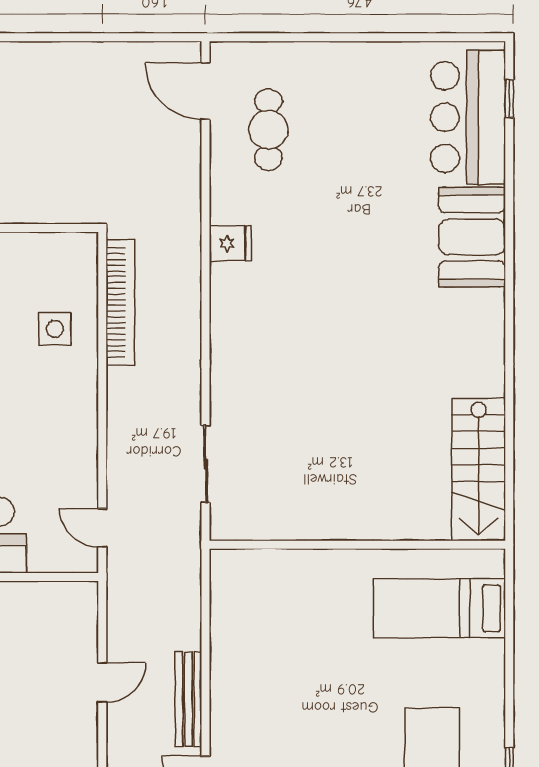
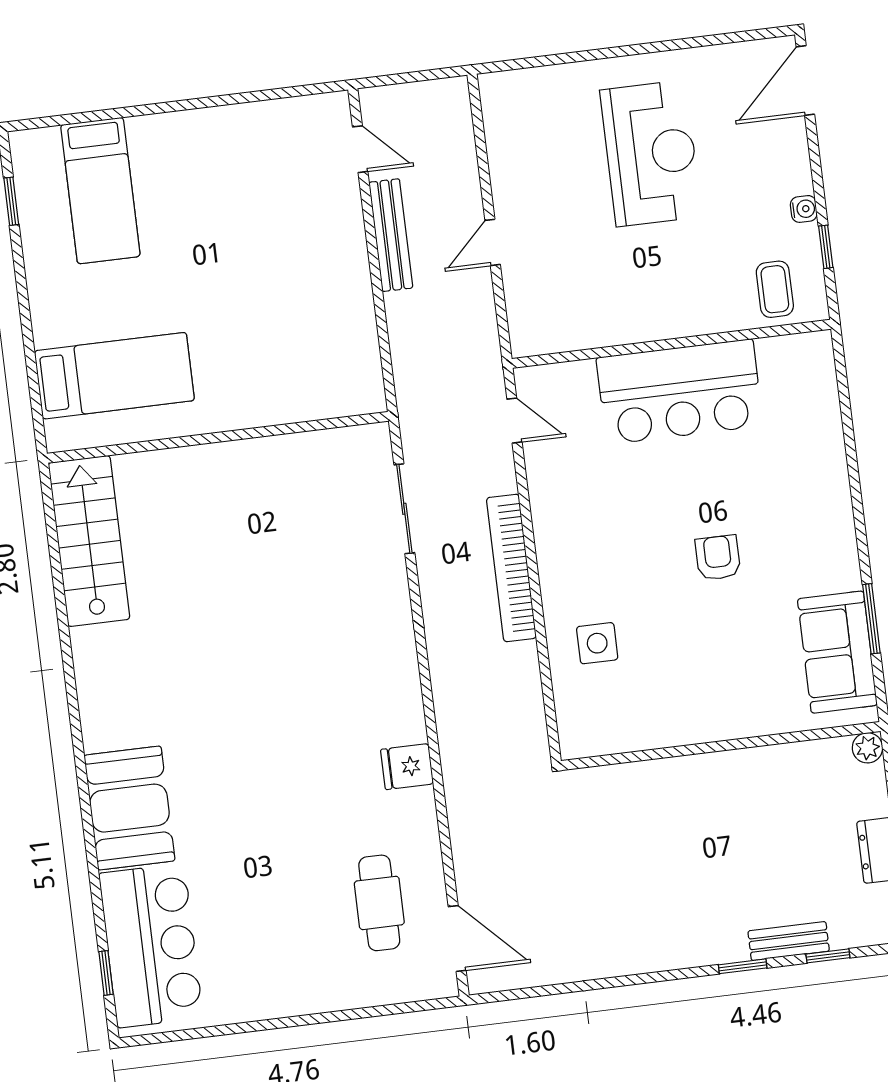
bookcase: (120, 302) -> (511, 568), moved

